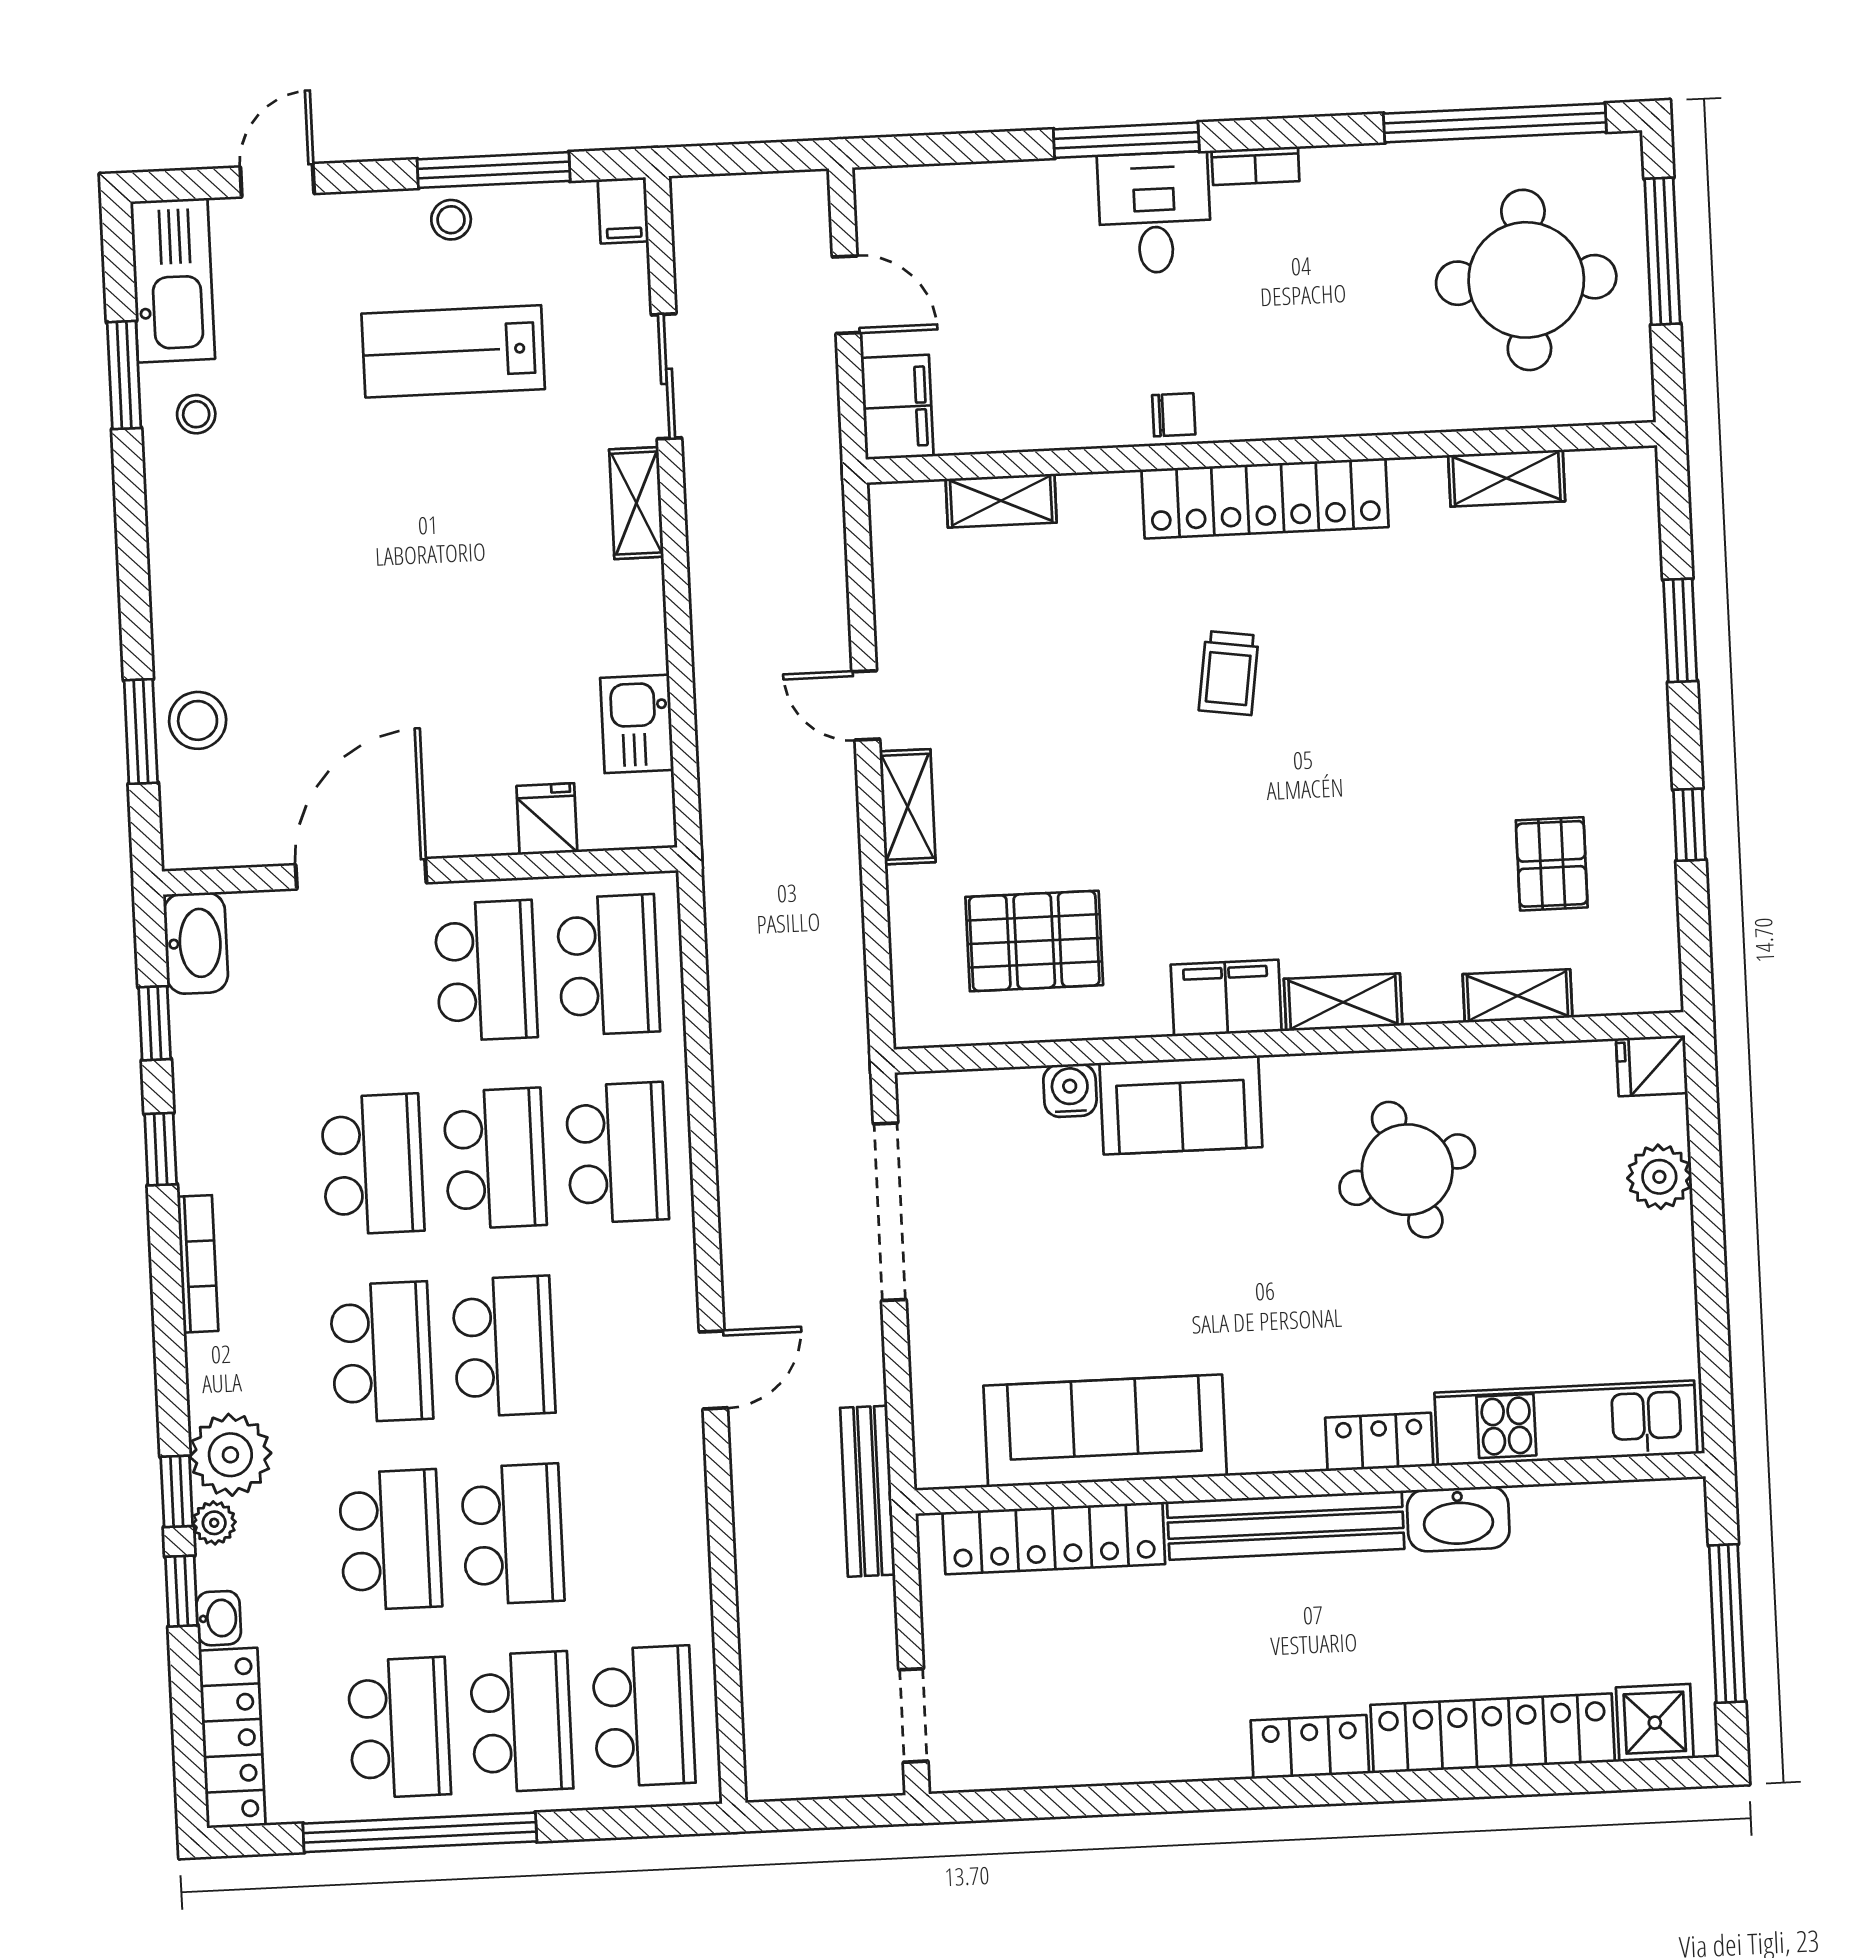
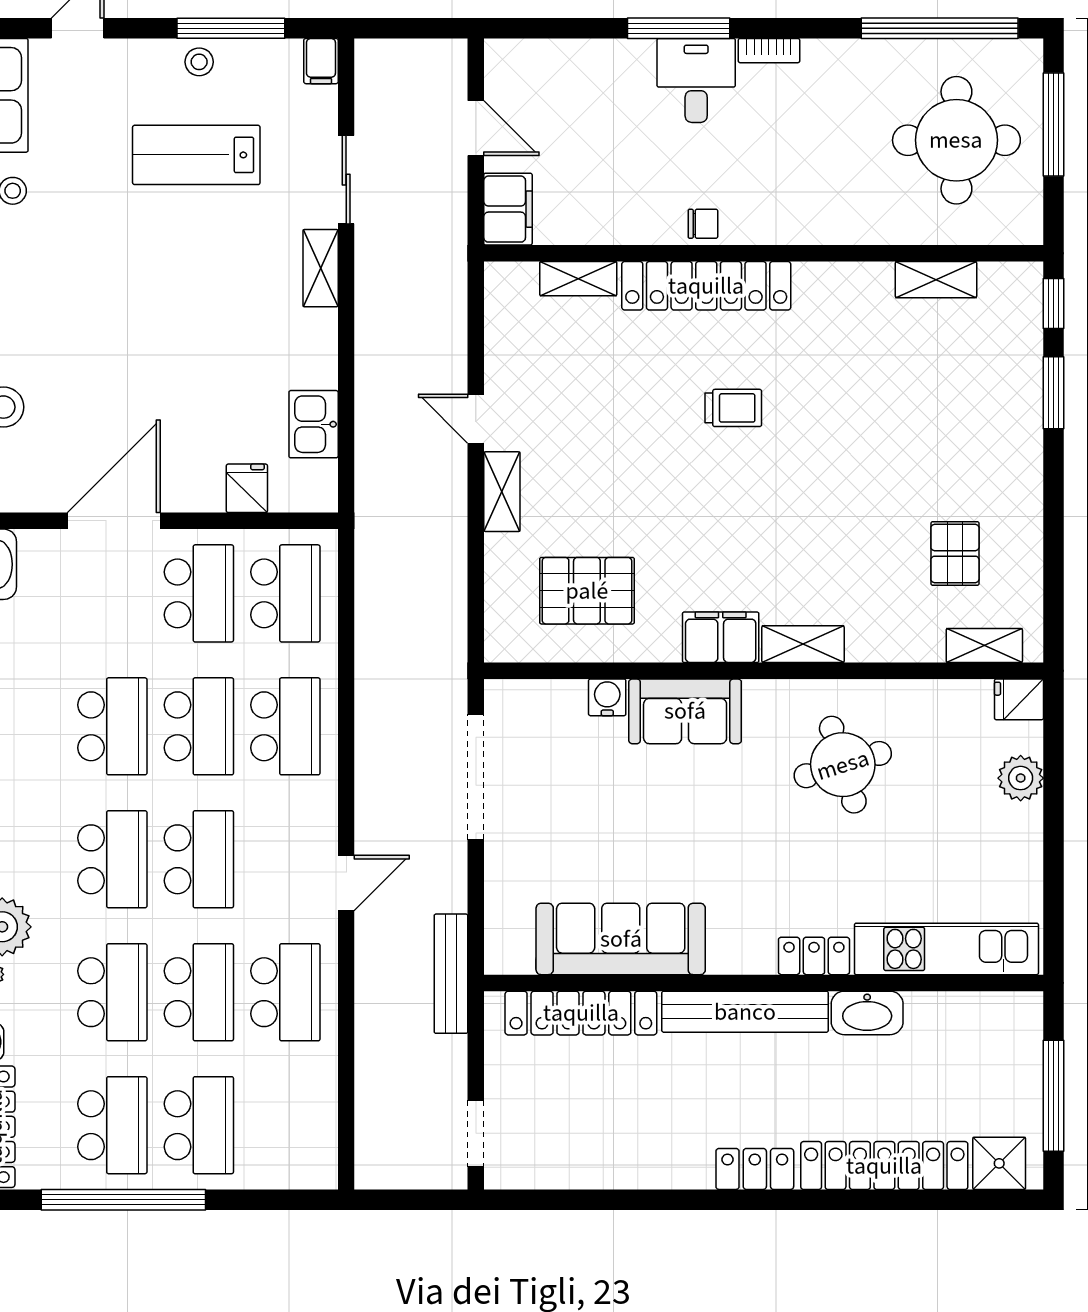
locker: (1265, 498) -> (706, 286), moved
trolley: (1229, 673) -> (733, 408), turned -98
window: (1689, 825) -> (1054, 304), moved
shelving: (1517, 996) -> (984, 646), moved
school desk: (644, 1716) -> (285, 992), moved

